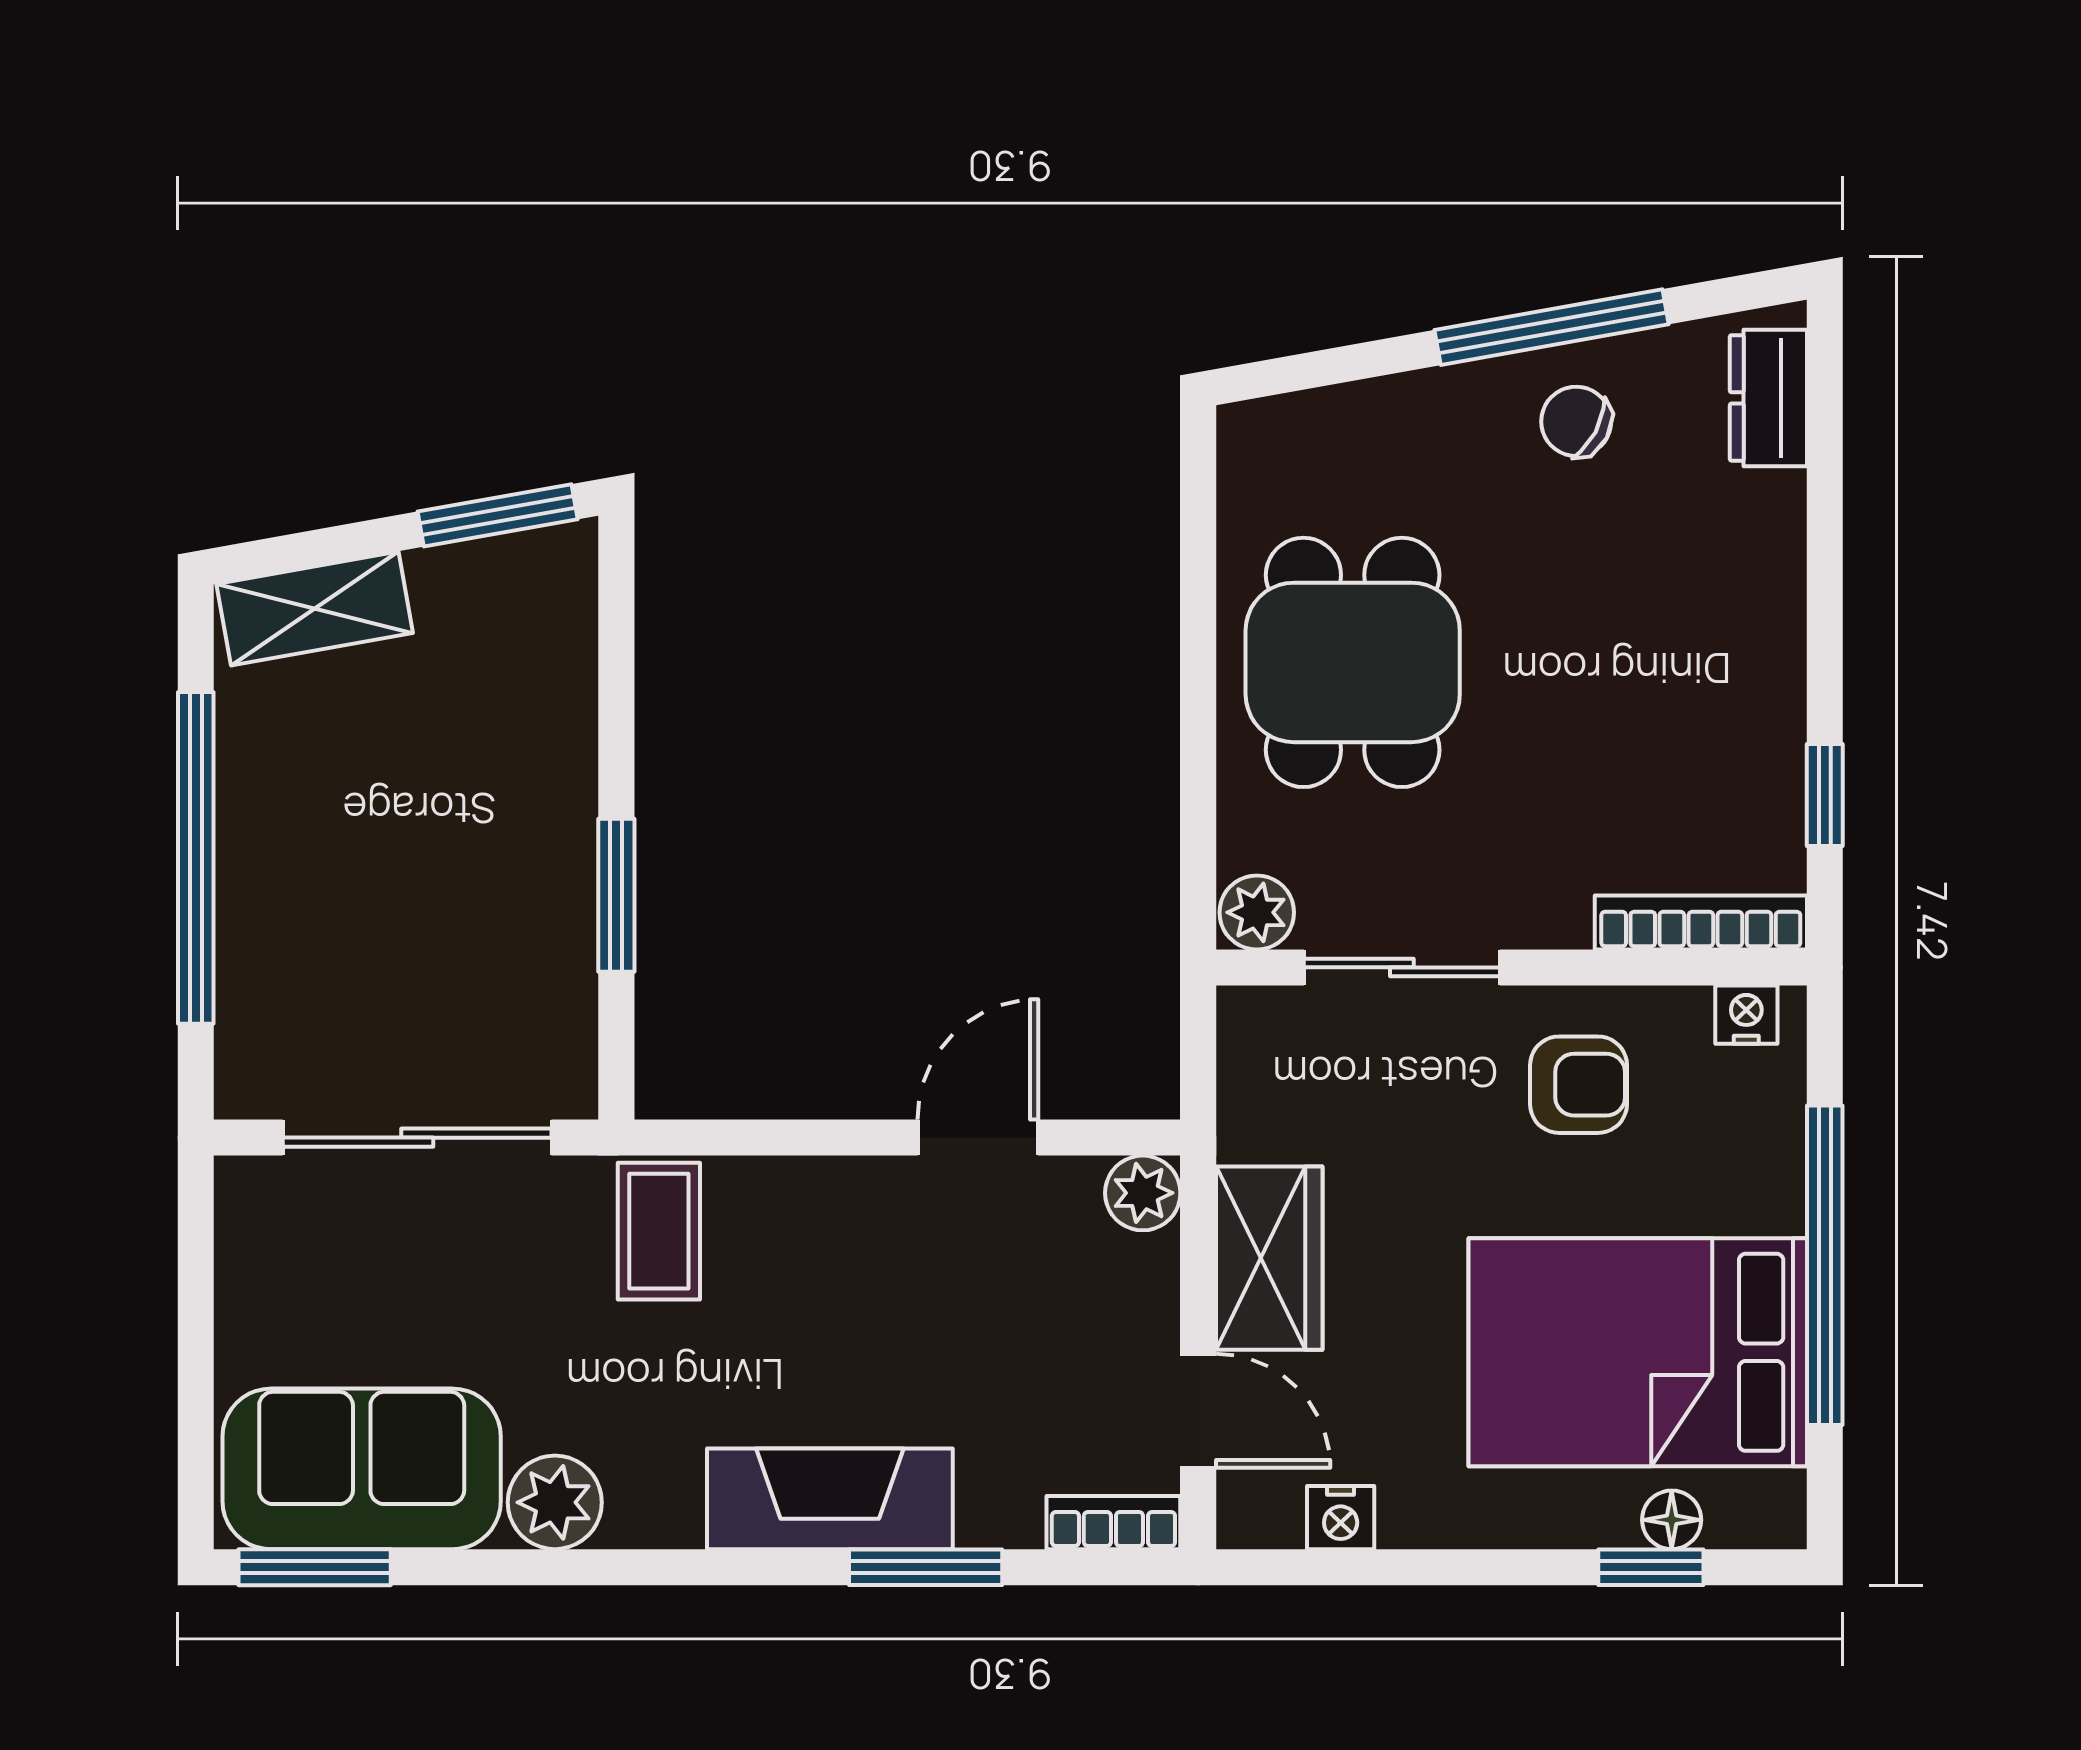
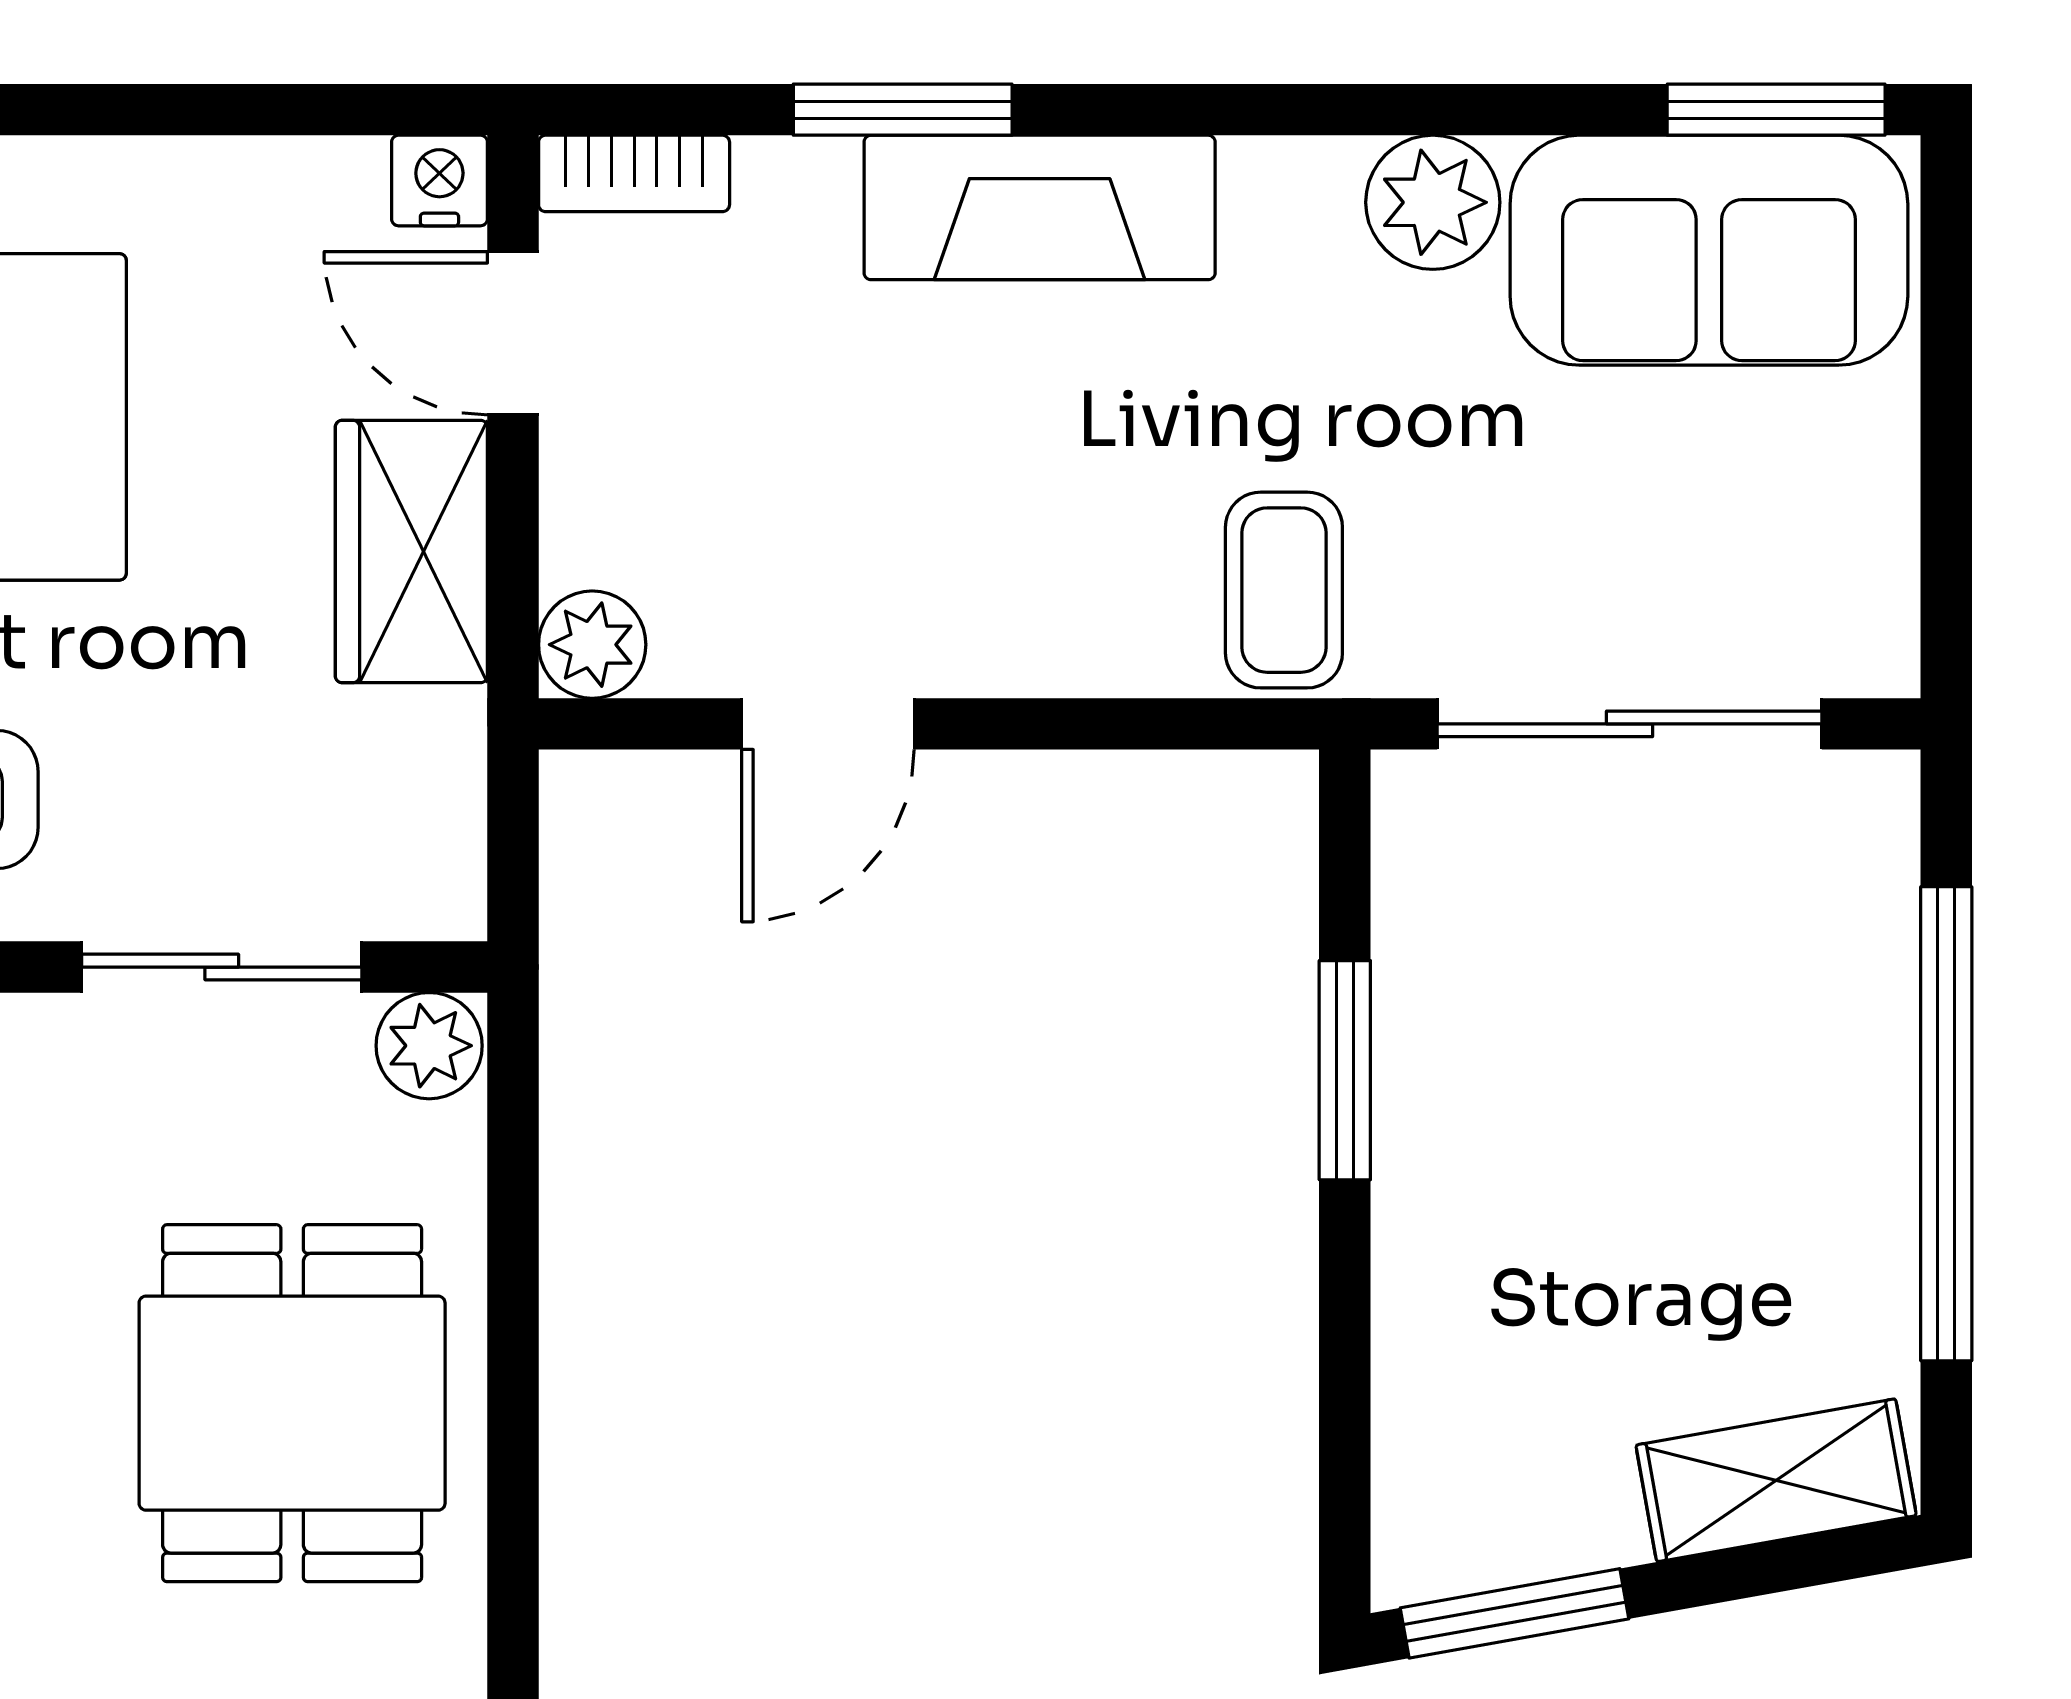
nightstand: (1341, 1518) -> (439, 180), moved

